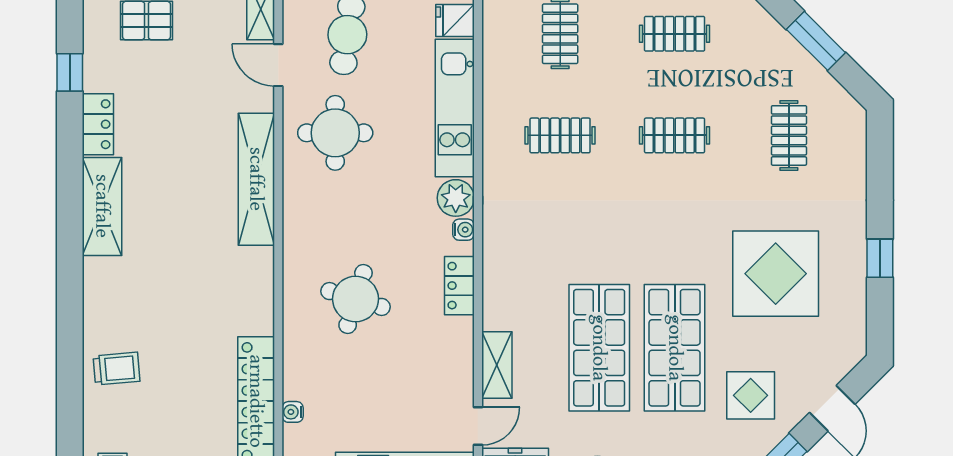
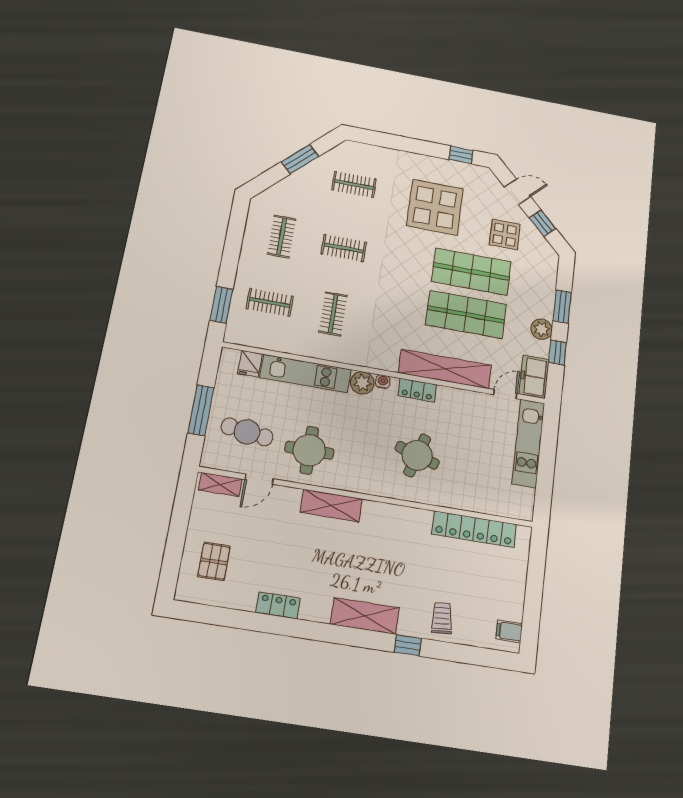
window: (70, 72) -> (408, 645), moved
clothes rail: (675, 135) -> (344, 248), turned 90
shelving: (256, 179) -> (331, 506), width x0.68
shelving: (102, 206) -> (365, 616), moved
window: (880, 258) -> (461, 155), moved
shelving: (497, 365) -> (445, 369), width x2.20, depth x1.33
water cooler: (293, 412) -> (484, 507), removed
door: (478, 426) -> (505, 394), hinge flipped

